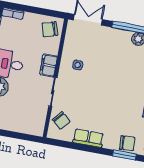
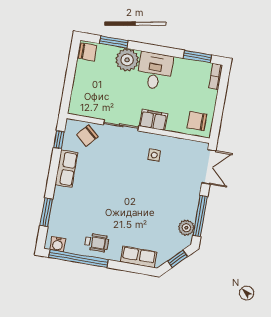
chair: (50, 29) -> (197, 121), turned -73
chair: (127, 143) -> (61, 216), removed
window: (64, 144) -> (59, 140), added

